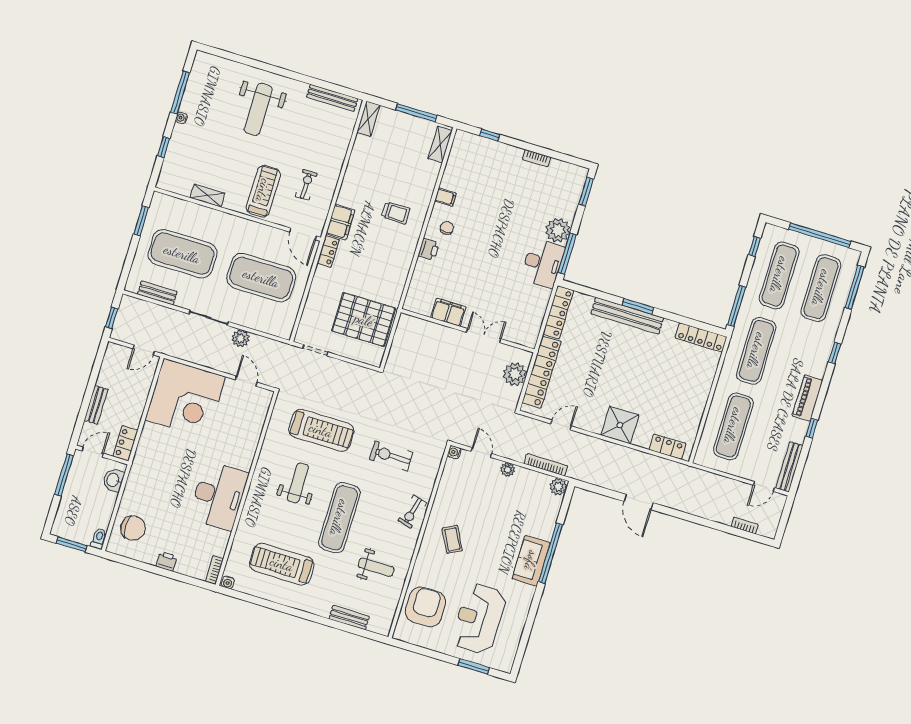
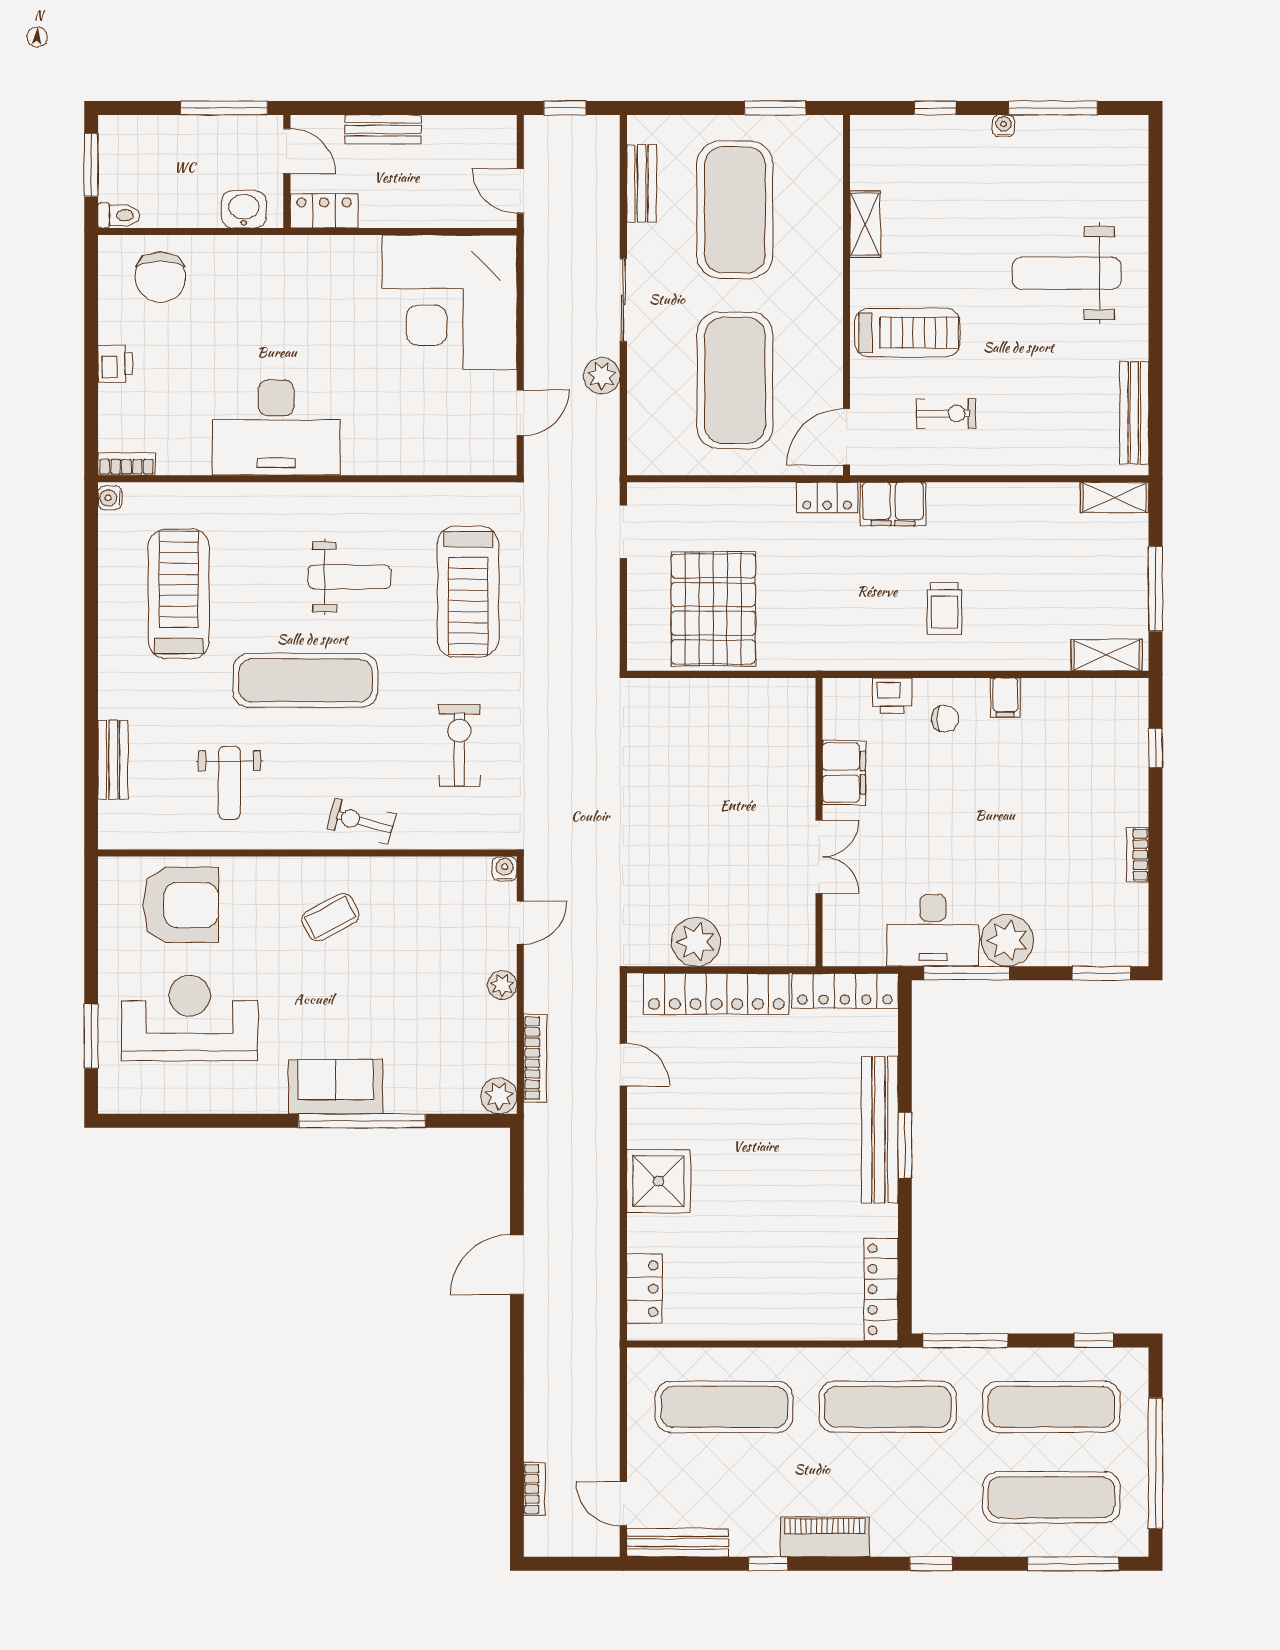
filing cabinet: (448, 312) -> (844, 773), moved
wall: (468, 331) -> (819, 822), moved
double door: (484, 336) -> (819, 857), moved

